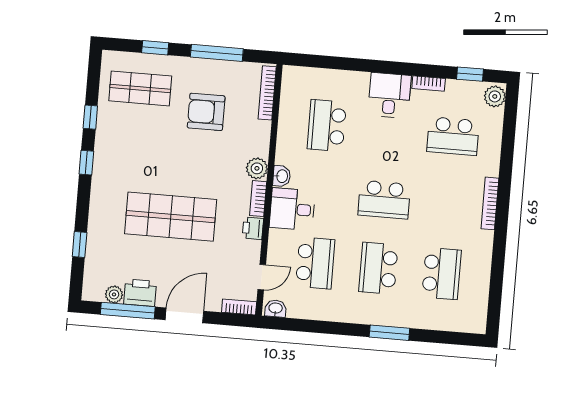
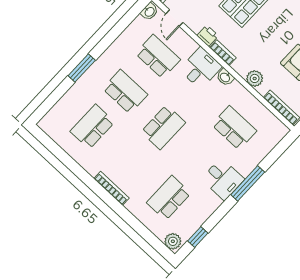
window: (374, 66) -> (248, 183), added
bookcase: (429, 83) -> (212, 208), removed
plant: (257, 168) -> (255, 78), moved
school desk: (384, 200) -> (163, 127), turned 180
school desk: (315, 263) -> (158, 57), turned 180
school desk: (442, 274) -> (92, 127), turned 90

